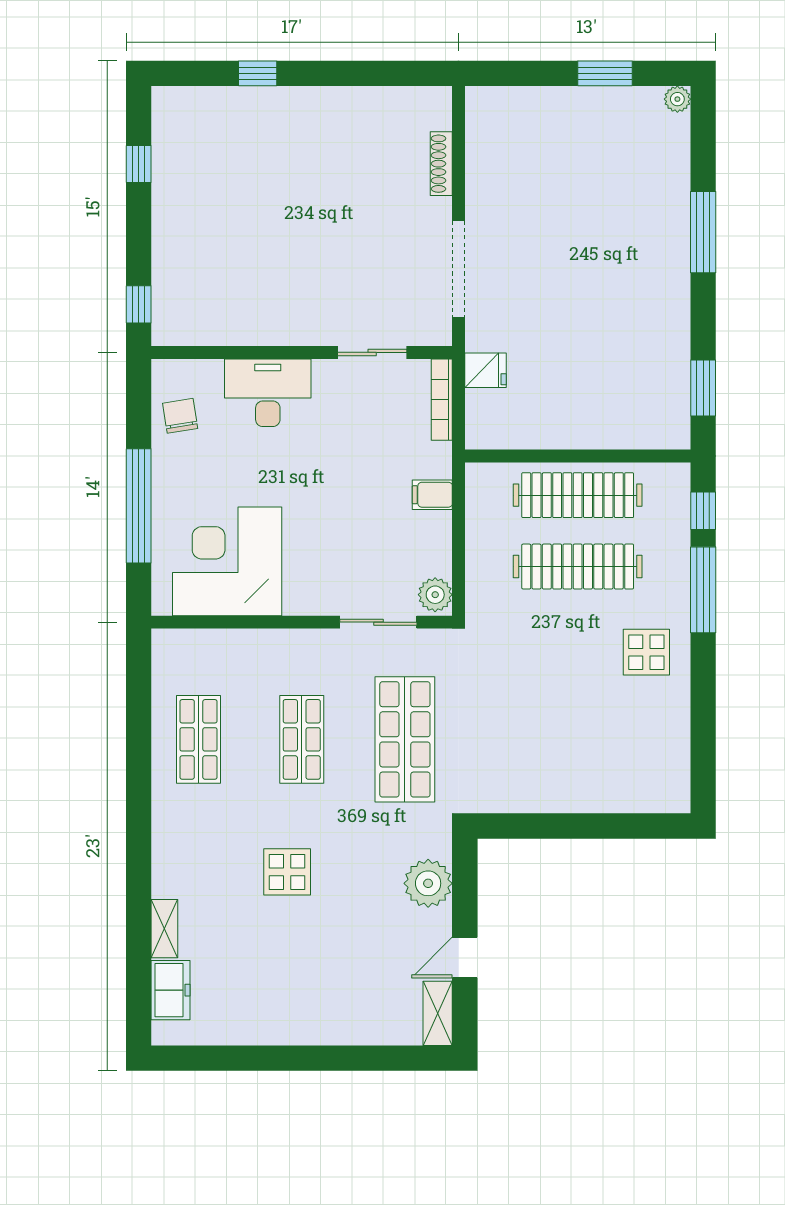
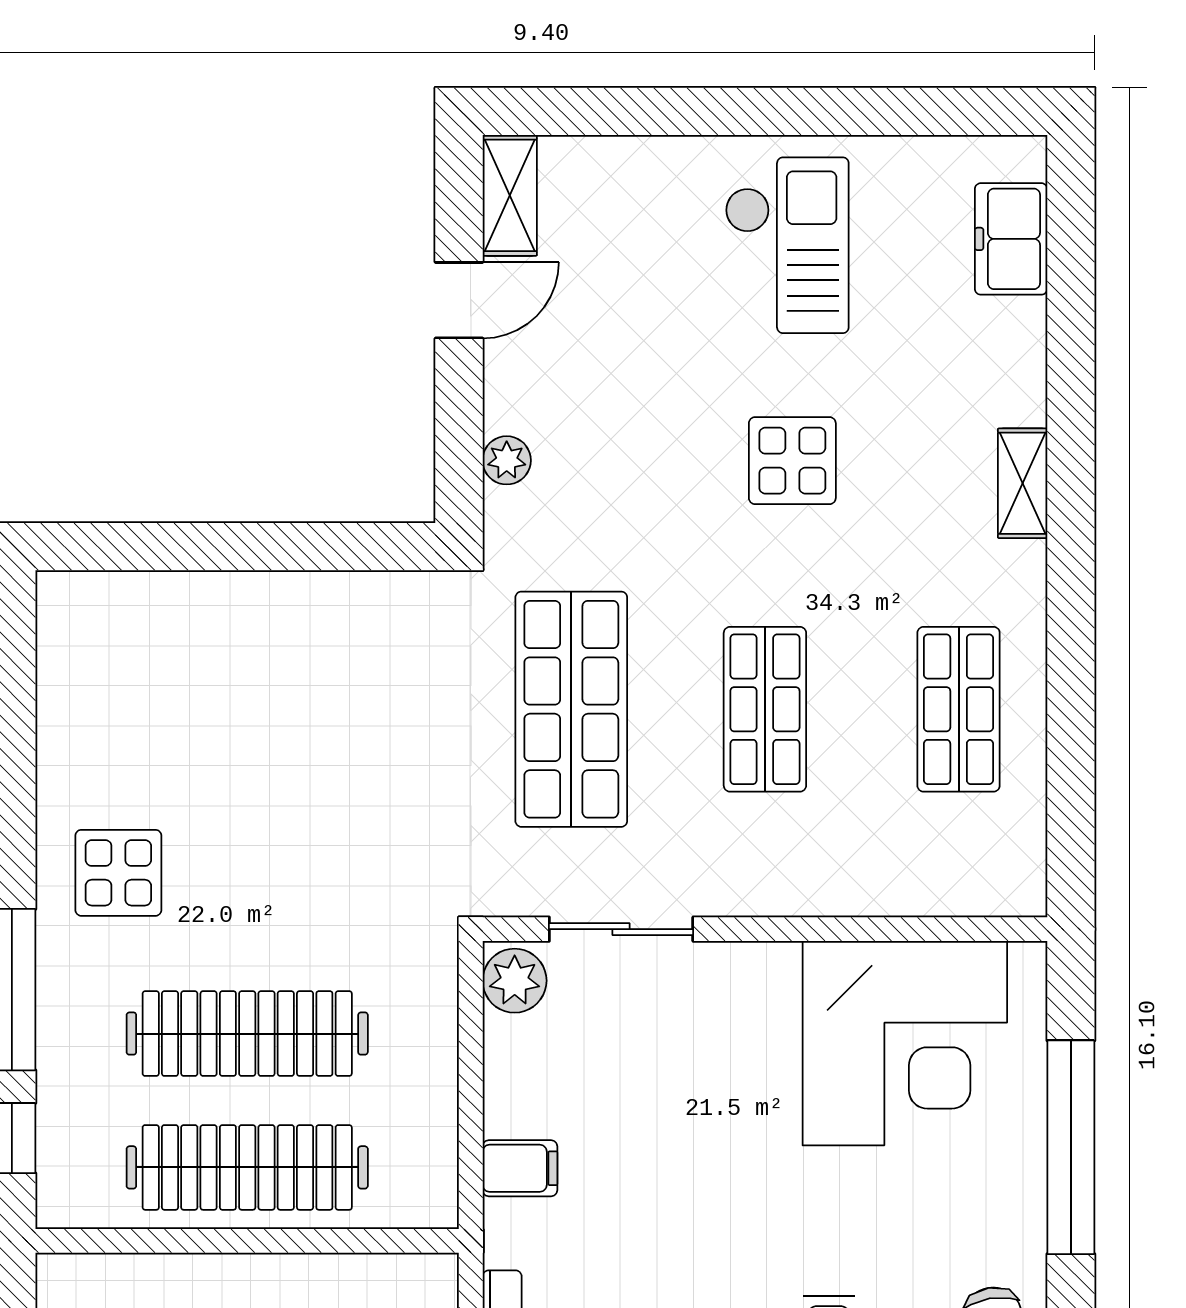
plant: (428, 883) -> (507, 460), width x0.53, depth x0.53
shelving: (164, 929) -> (1023, 483), moved
checkout: (290, 987) -> (787, 245), added

